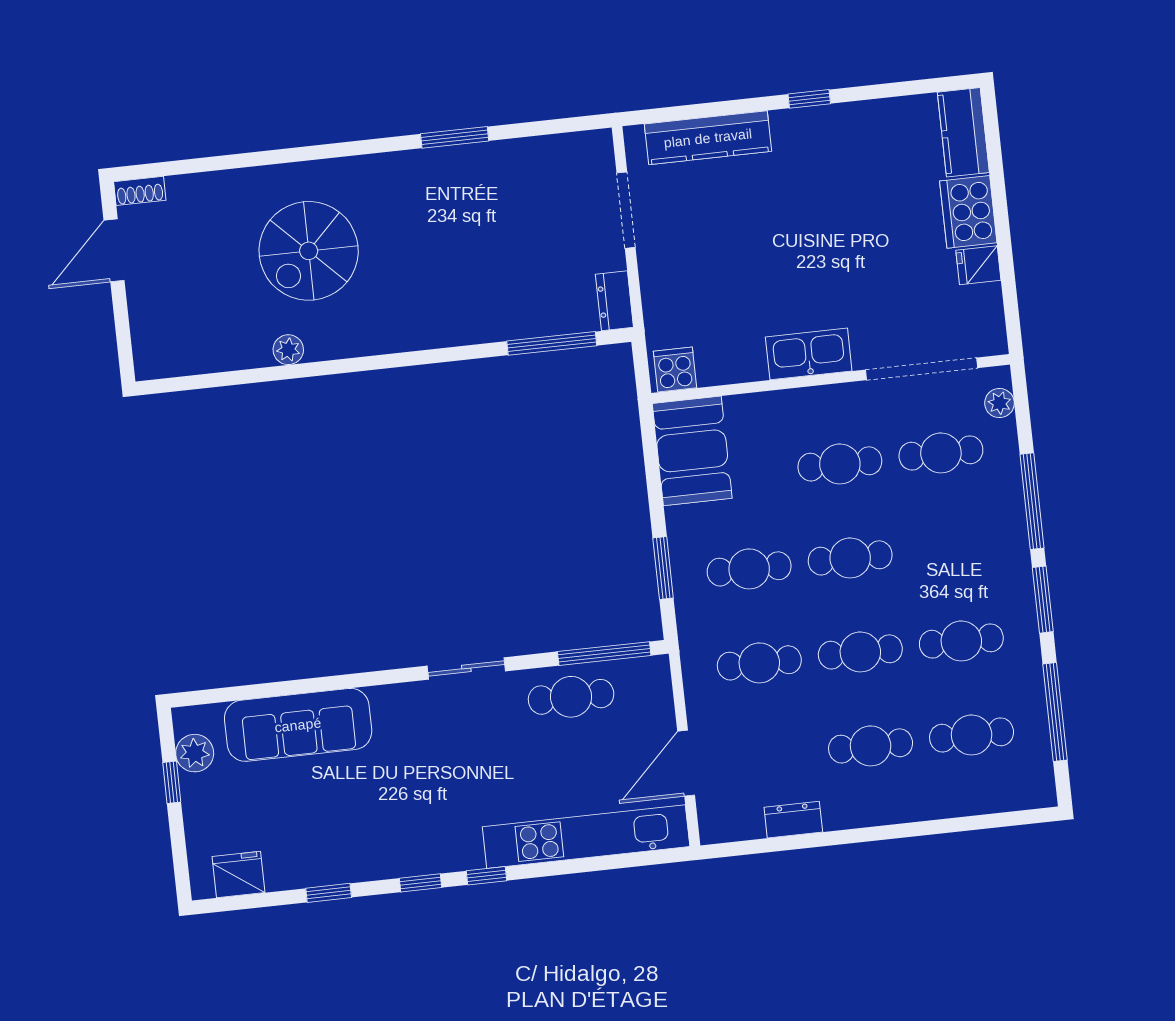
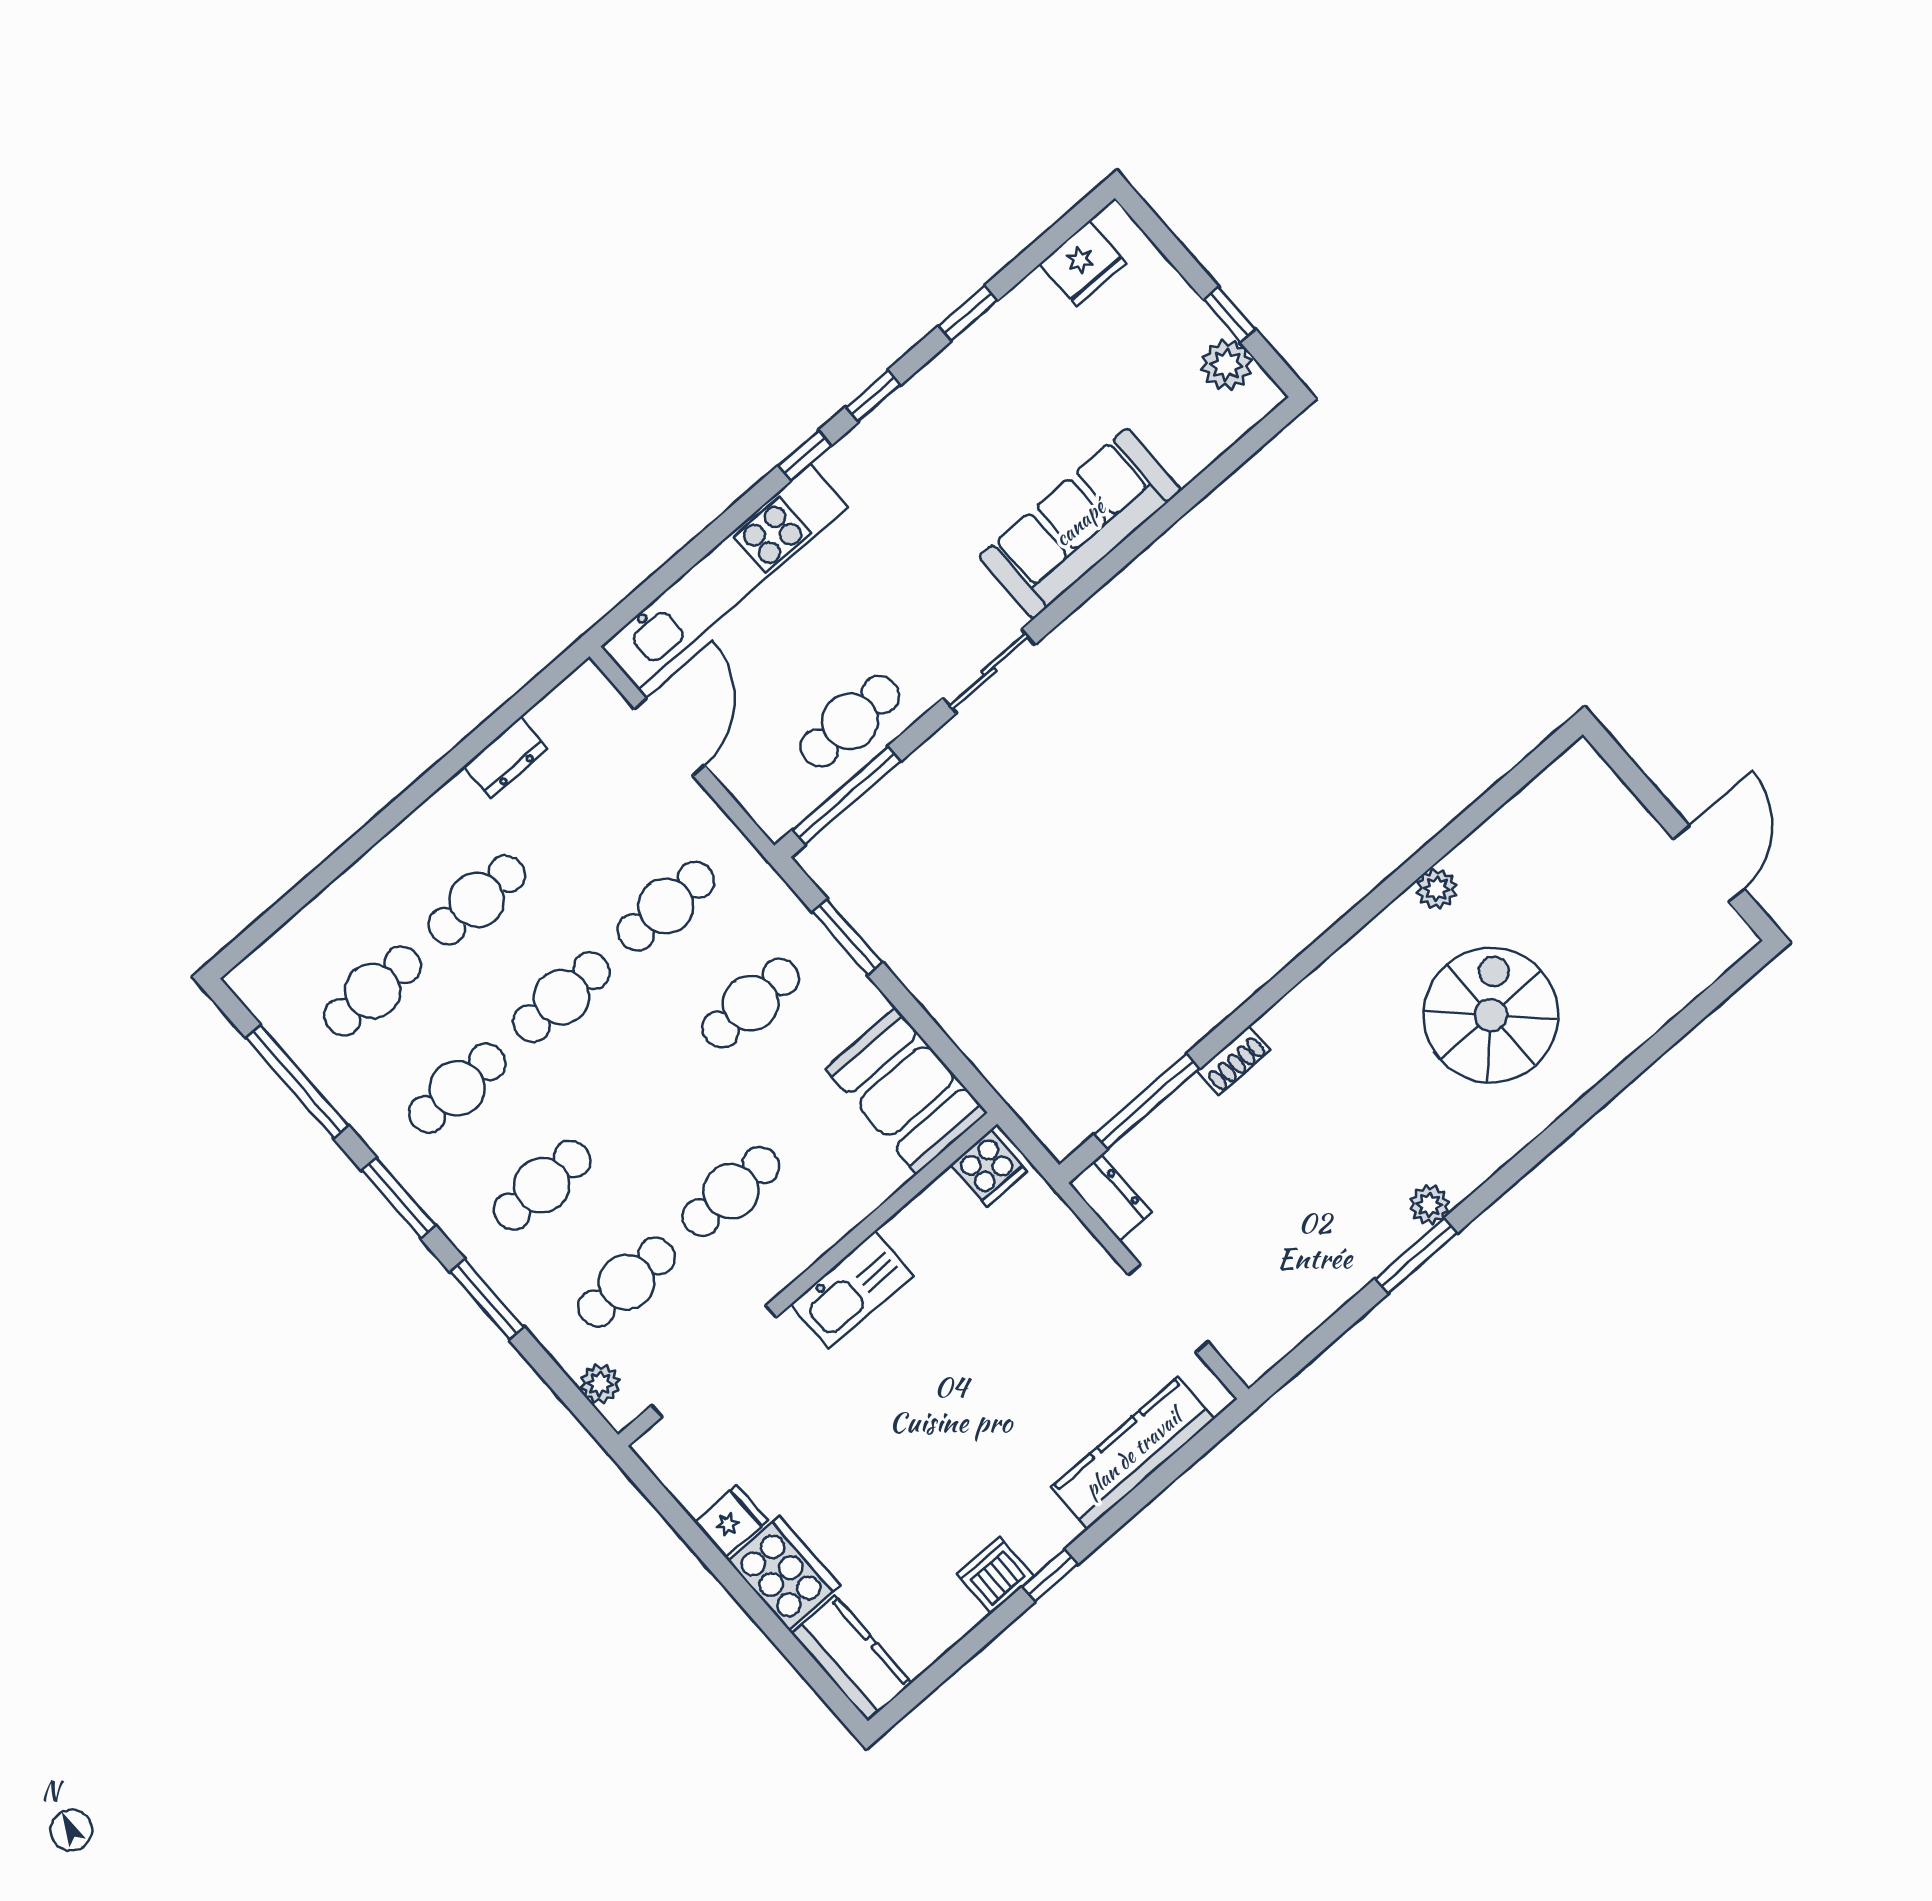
dishwasher: (842, 122) -> (995, 1575), added
plant: (425, 163) -> (1429, 1205), added
shoe rack: (140, 191) -> (1234, 1060), moved, turned 180
window: (1032, 501) -> (487, 1299), width x0.69
cafe table: (850, 558) -> (542, 1185), moved
sofa: (298, 725) -> (1080, 523), moved

